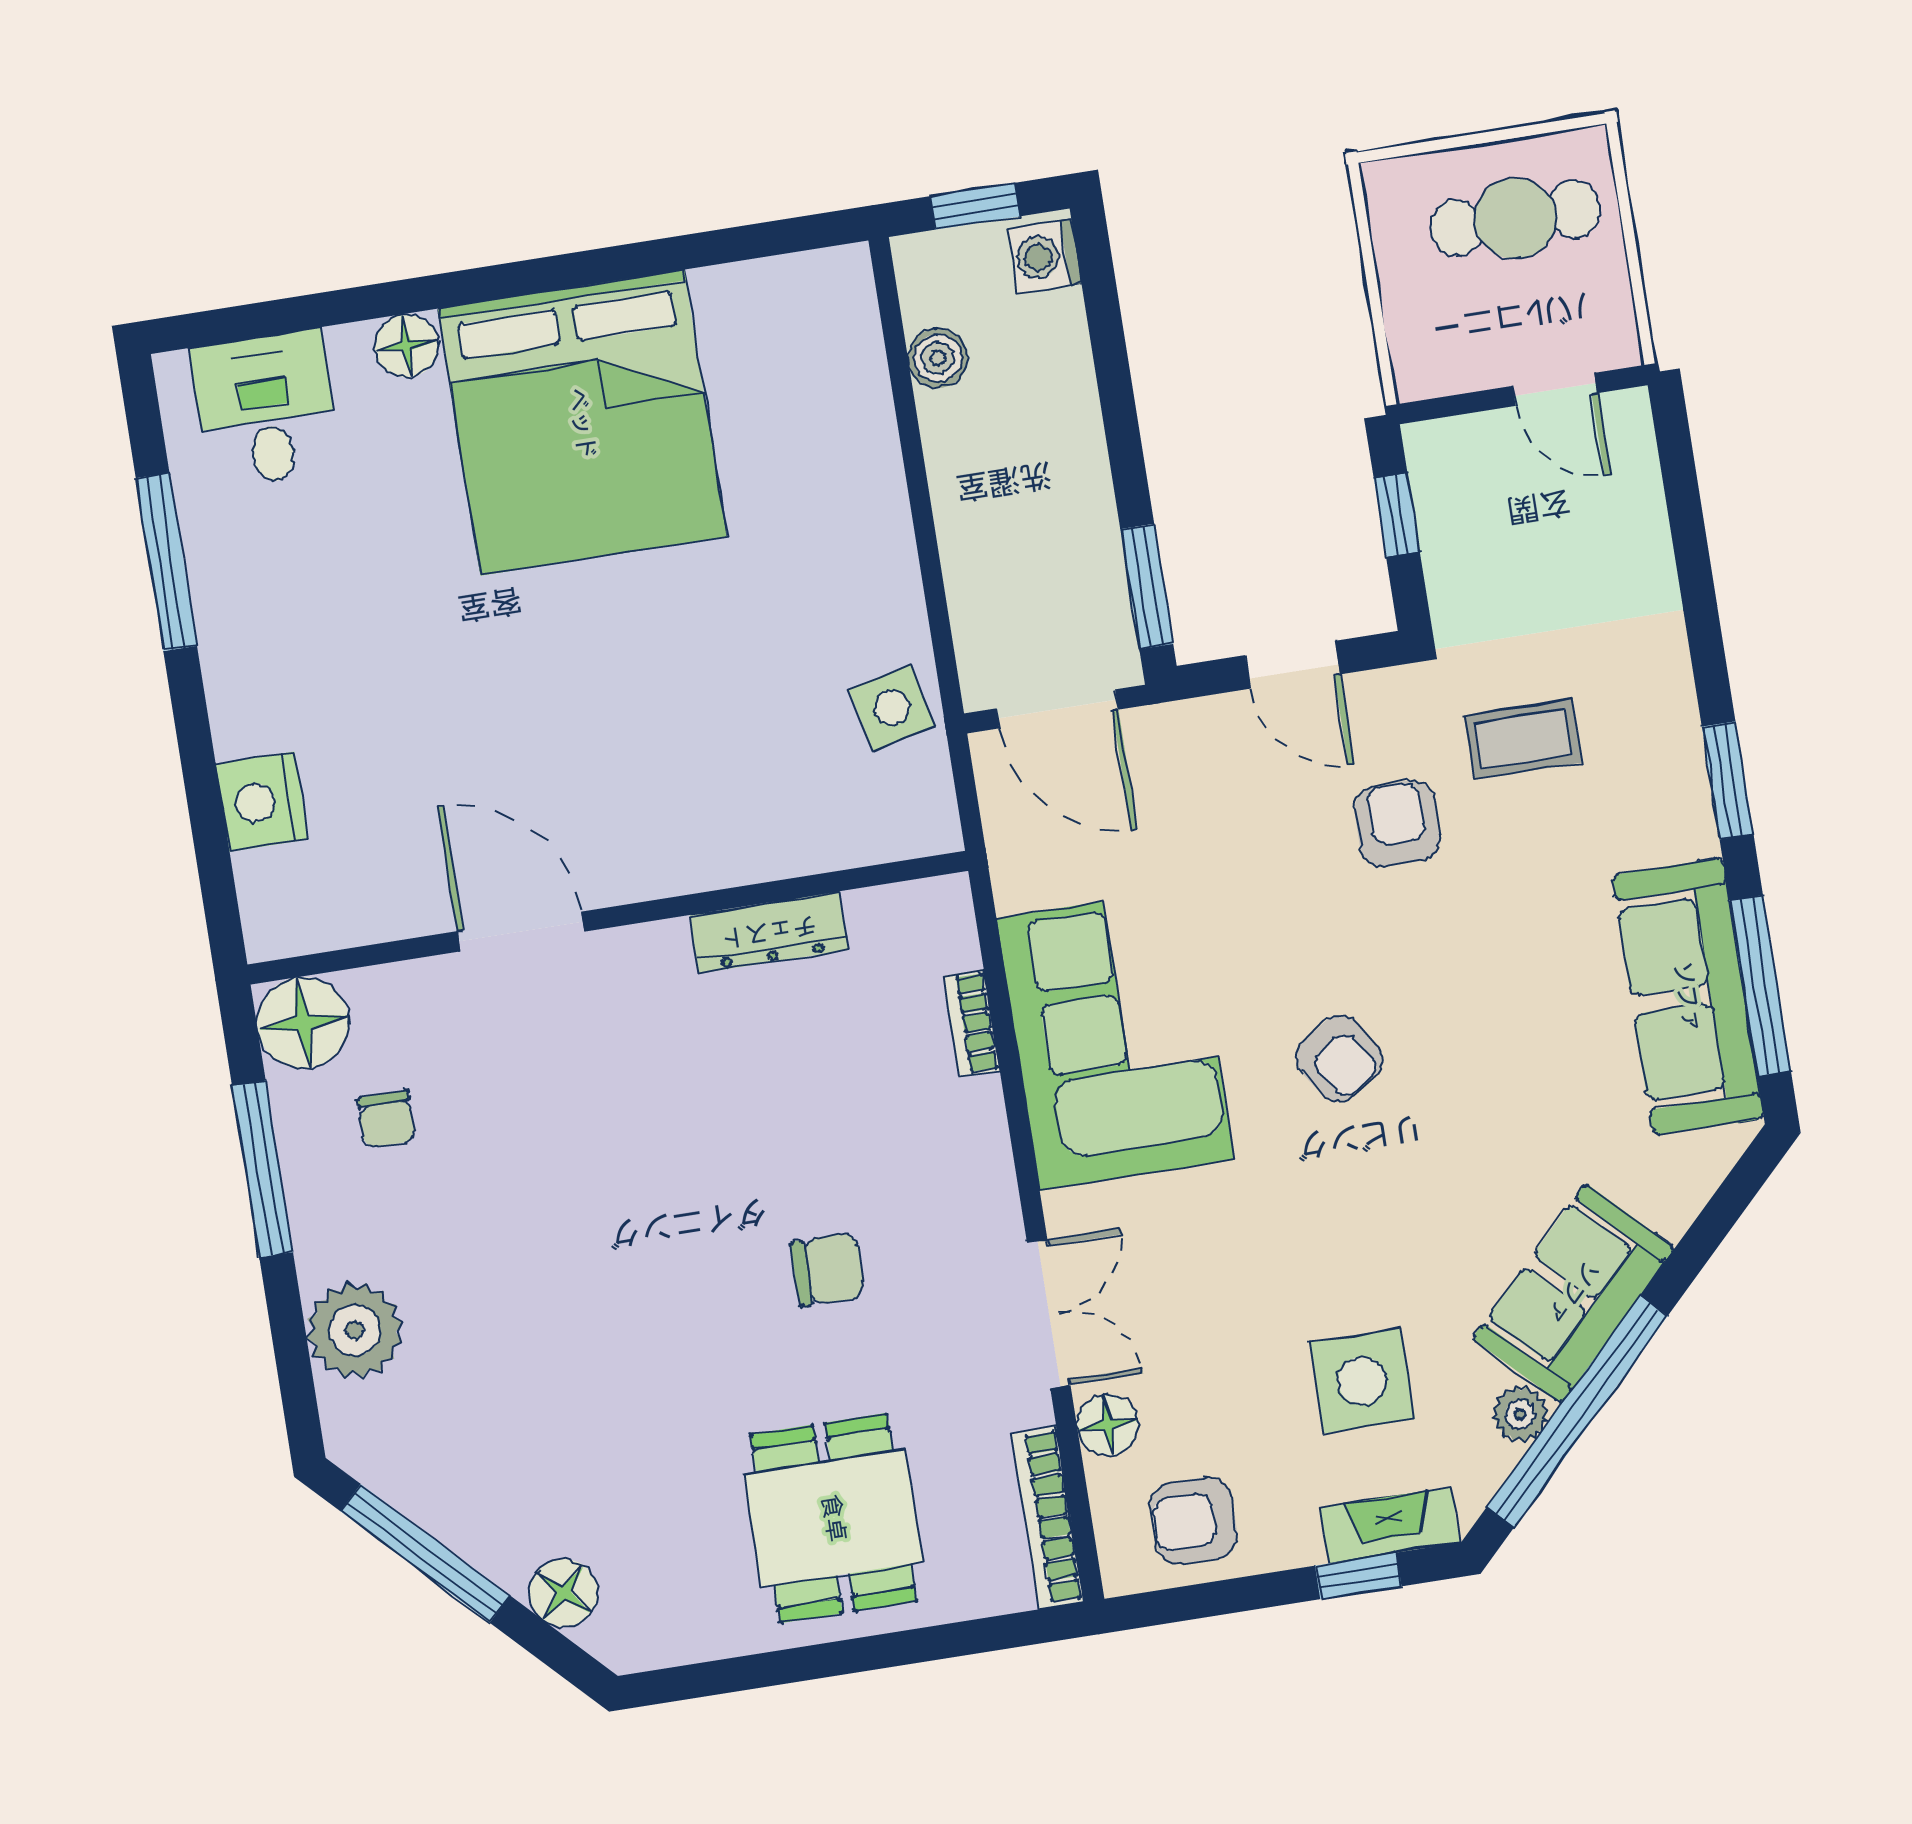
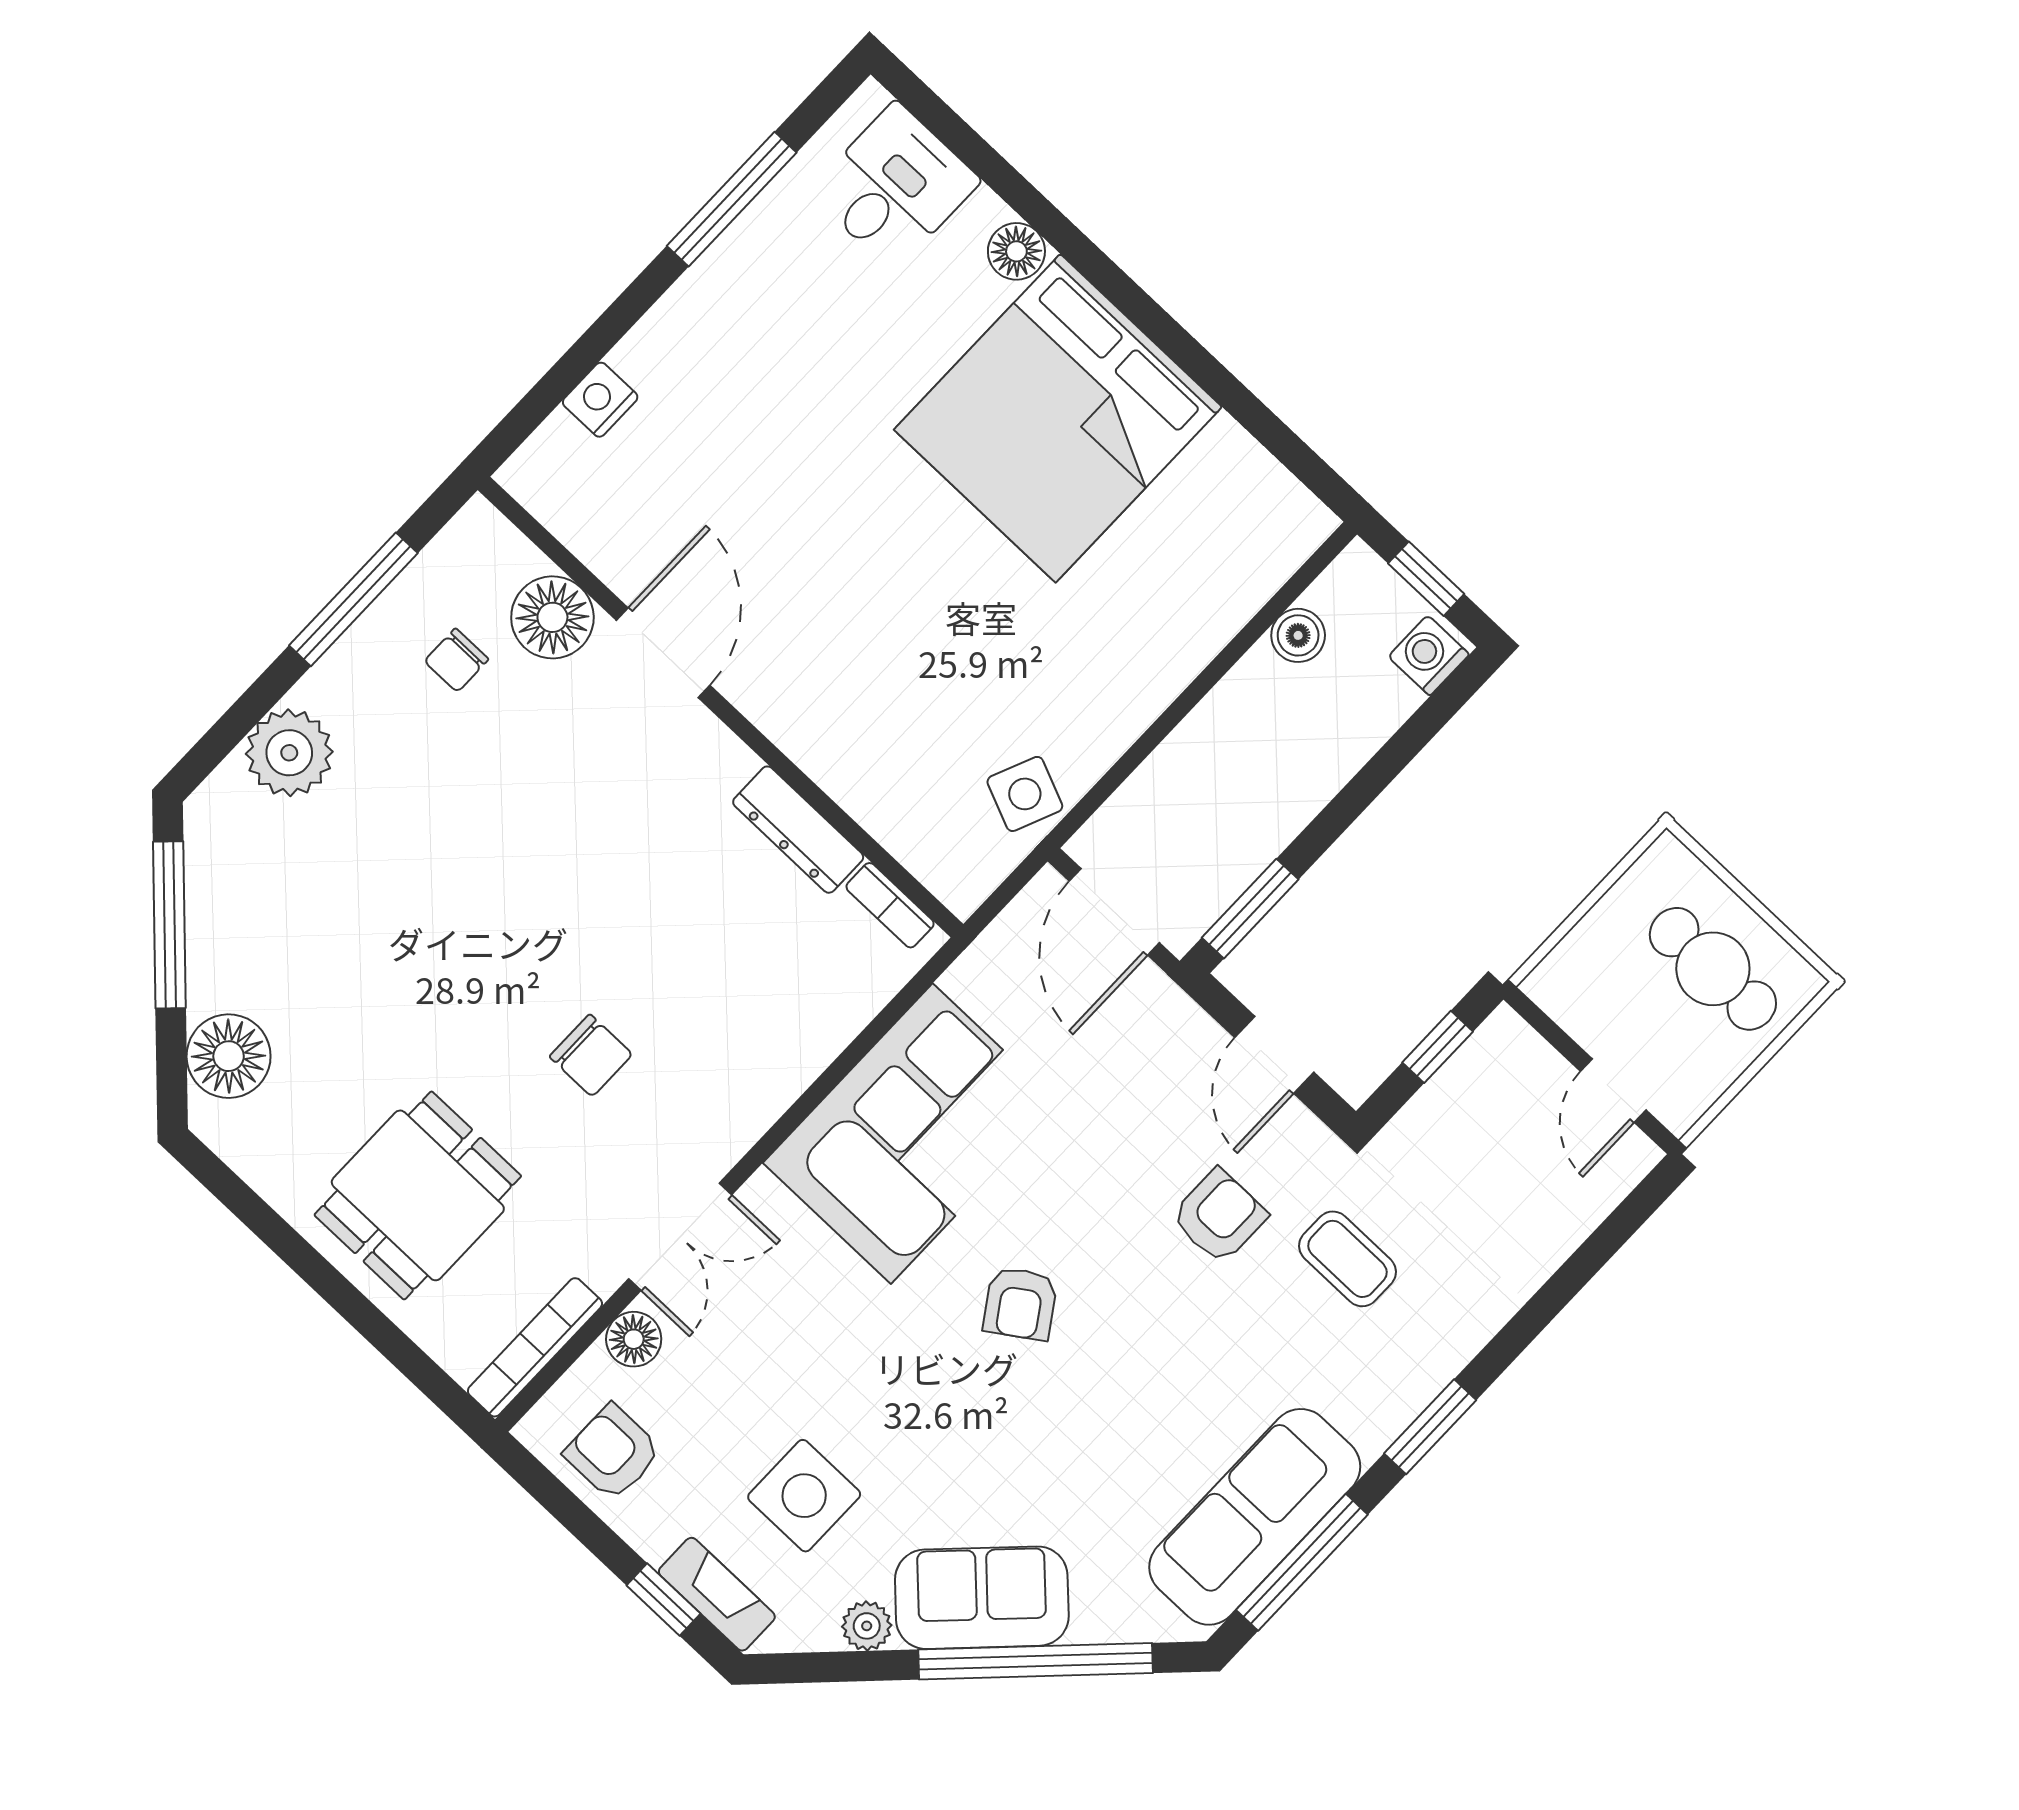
side table: (892, 708) -> (1025, 794), turned 36
nightstand: (262, 802) -> (600, 400), width x0.74, depth x0.75
floor lamp: (303, 1023) -> (552, 617), moved
bookcase: (972, 1023) -> (890, 905), moved, turned -90
window: (1577, 1411) -> (1036, 1661), moved
floor lamp: (564, 1593) -> (229, 1056), width x1.38, depth x1.38

